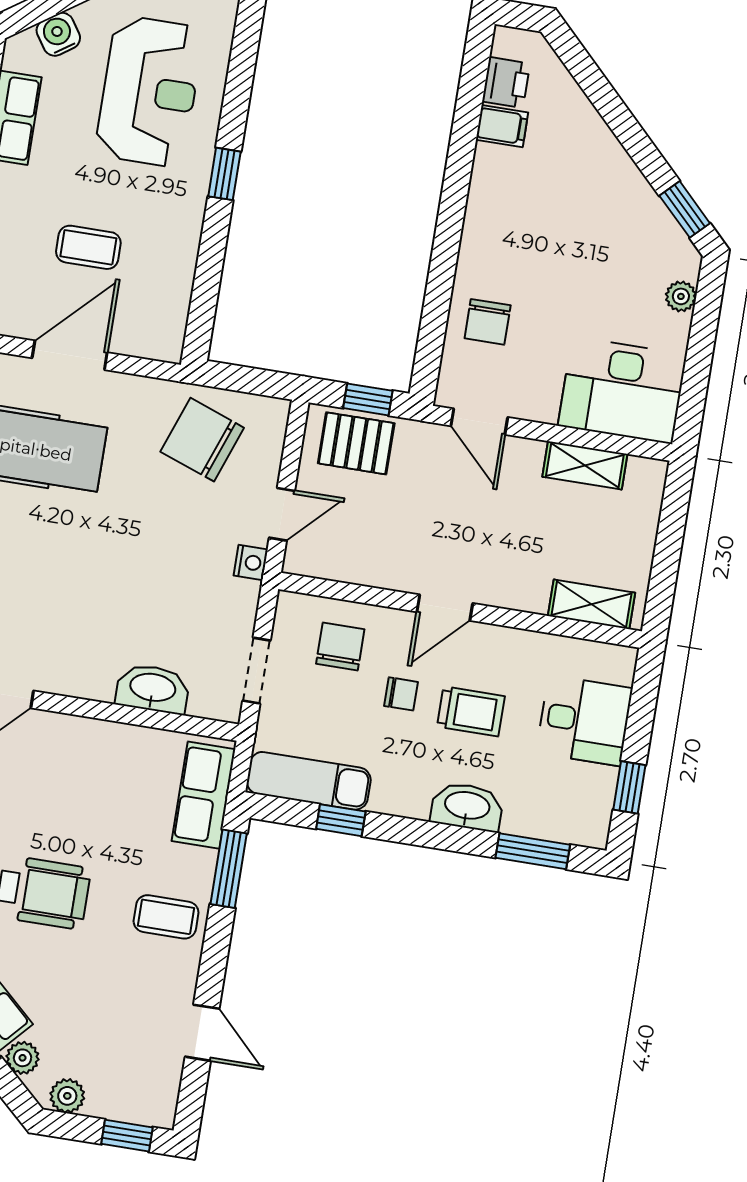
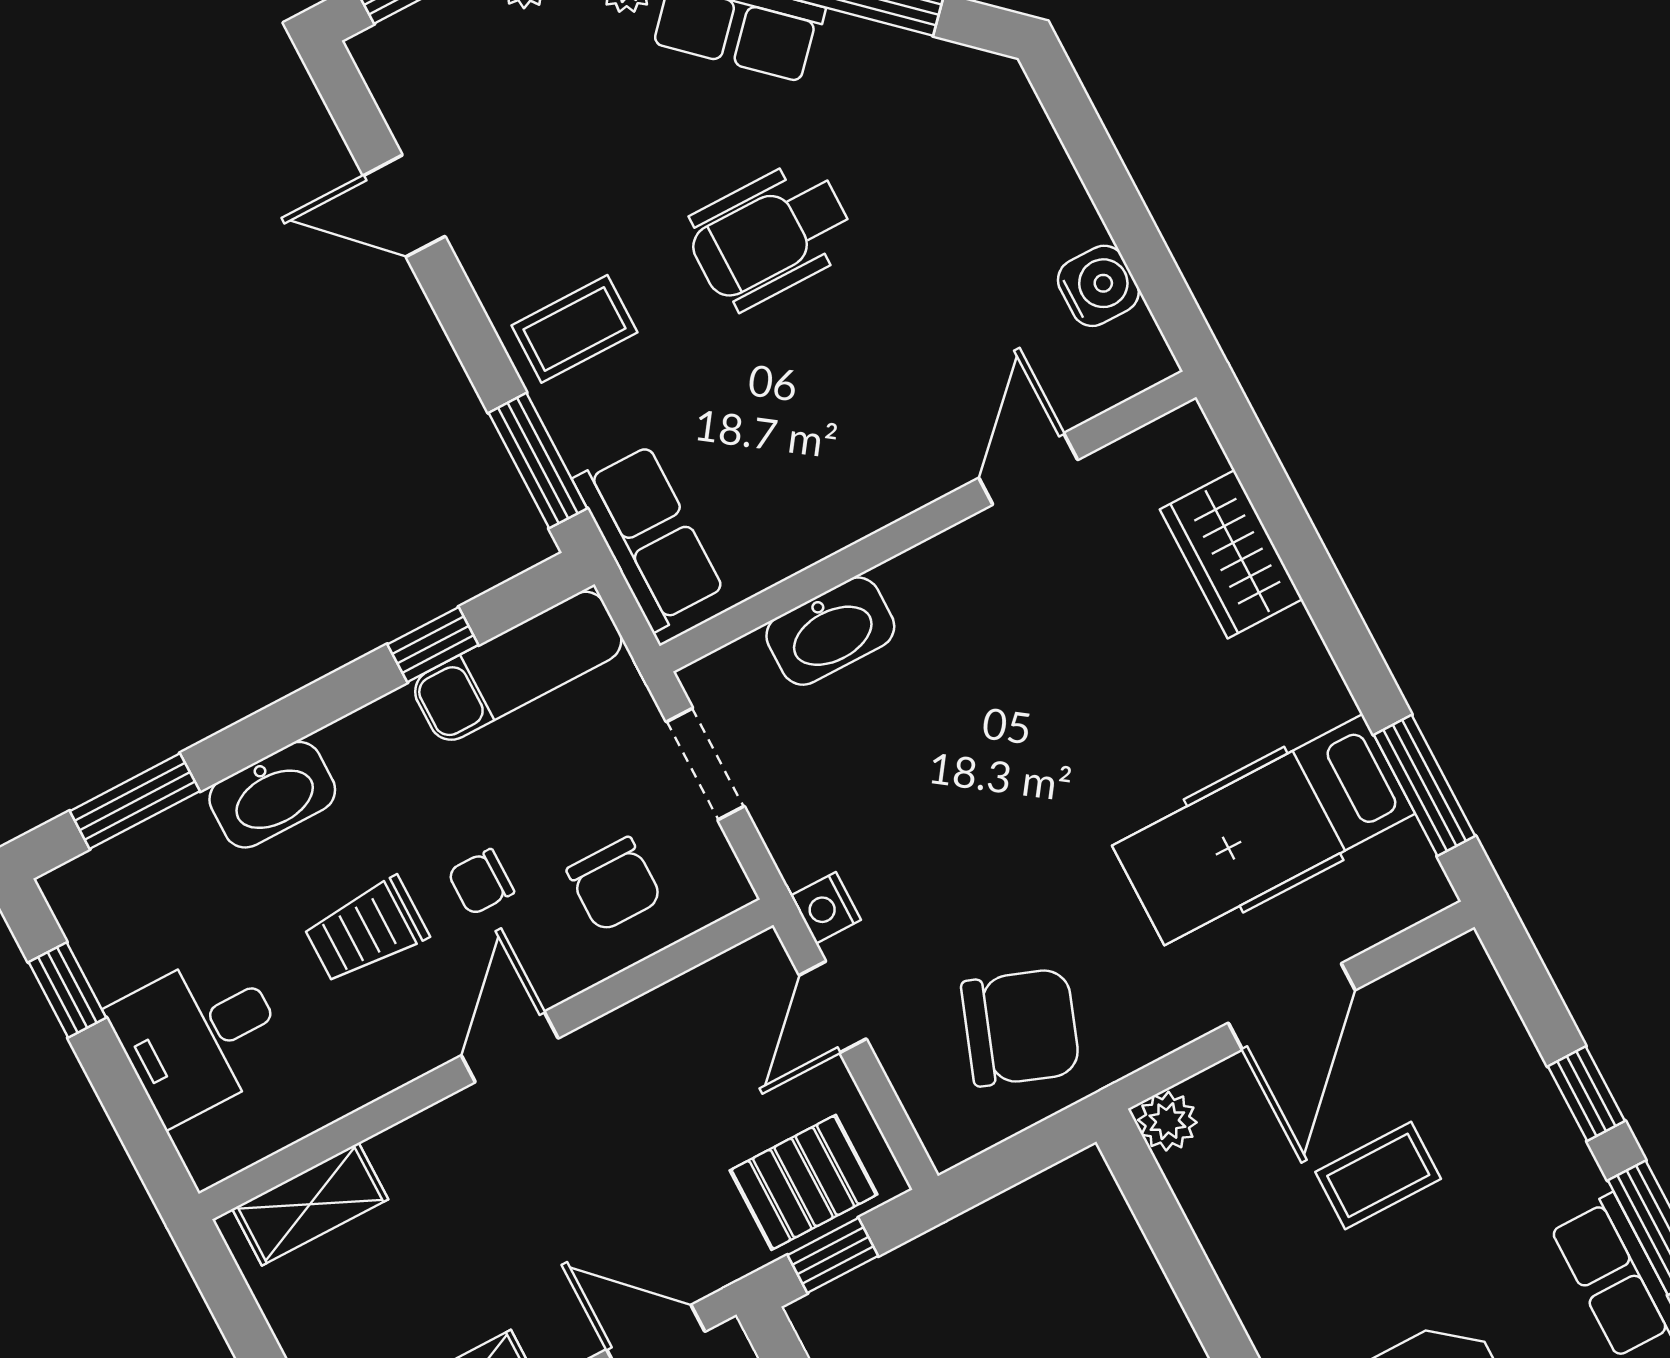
plant: (167, 345) -> (1167, 1121), added

